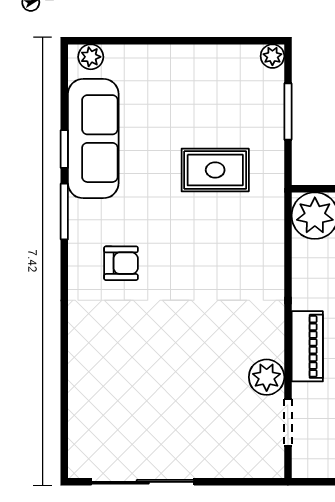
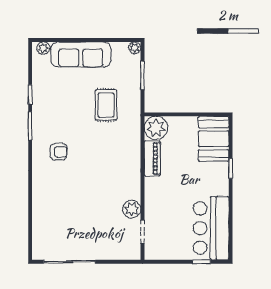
sofa: (93, 139) -> (81, 54), moved, turned 90
rug: (215, 170) -> (106, 105), turned 90
piano: (307, 346) -> (152, 159), moved

